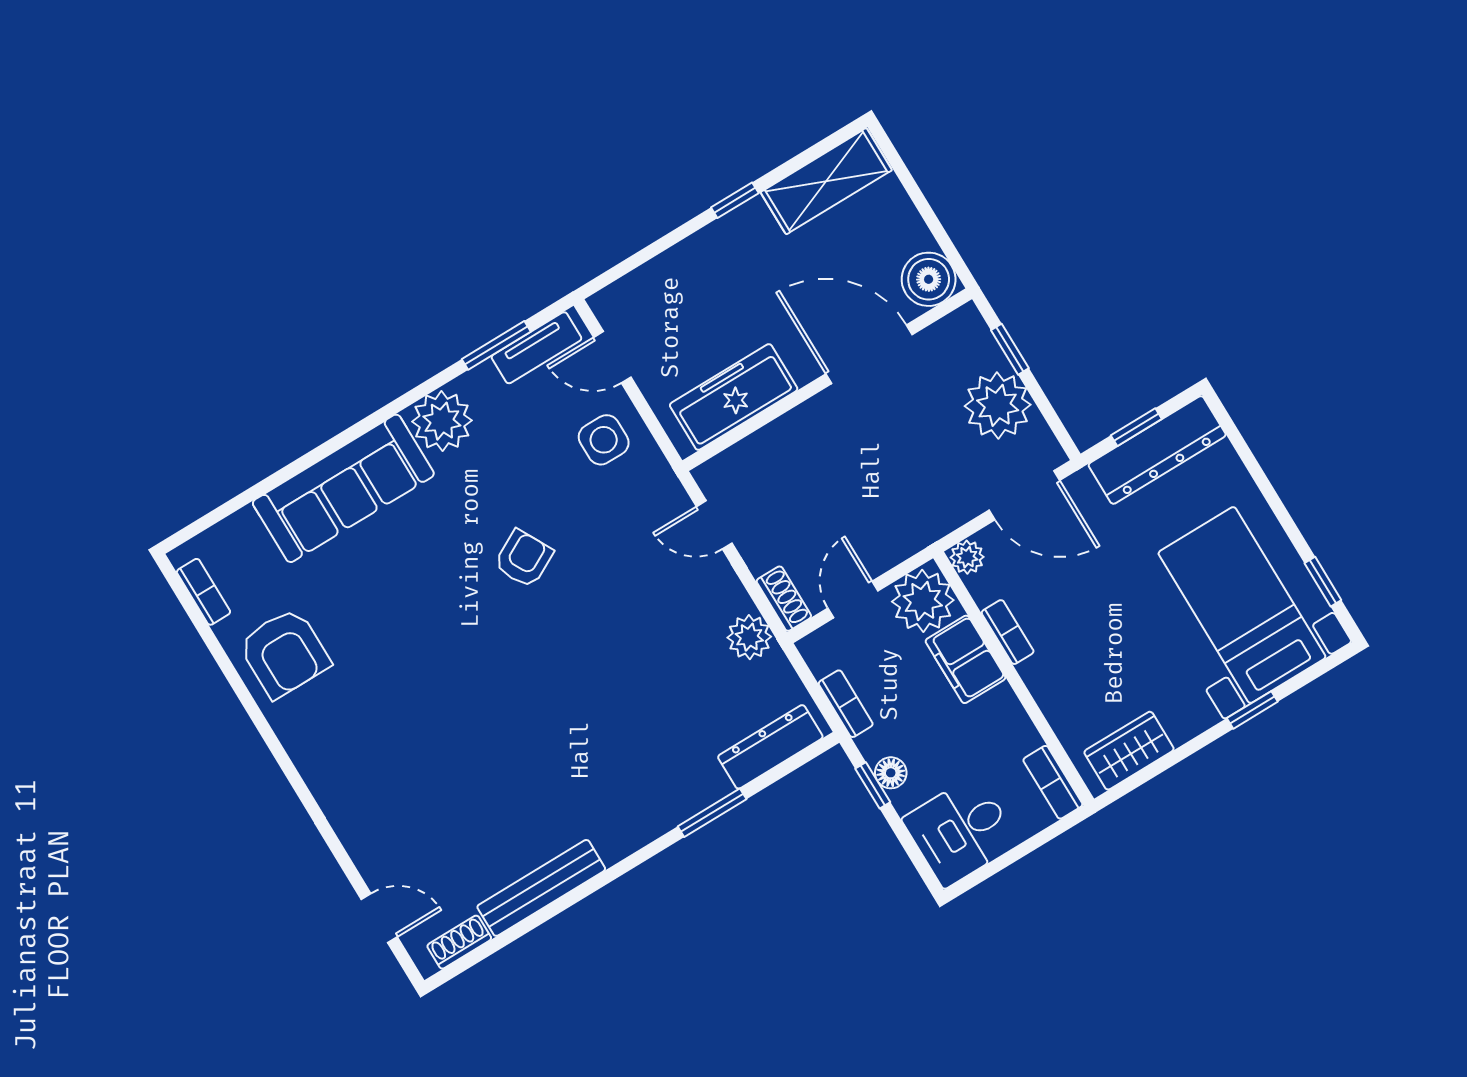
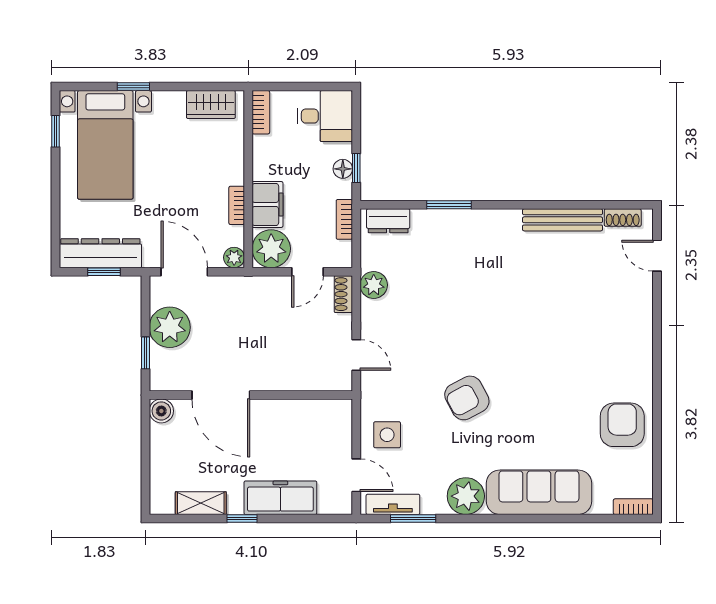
shelving: (826, 181) -> (201, 503), width x0.67, depth x0.75
boiler: (929, 279) -> (161, 411), width x0.73, depth x0.73
freezer: (734, 397) -> (280, 498), moved, turned 180
armchair: (524, 559) -> (467, 398), width x1.38, depth x1.38
bookcase: (203, 592) -> (633, 507), moved, turned 90
dresser: (770, 747) -> (388, 221), width x0.70

